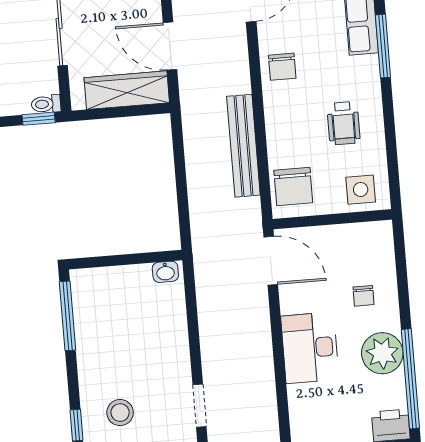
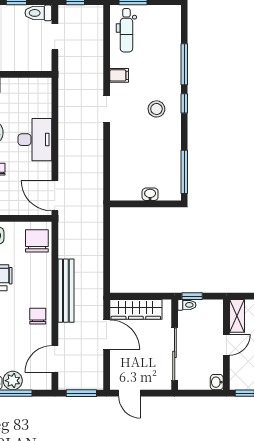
bench: (243, 146) -> (66, 291), moved
washbasin: (165, 272) -> (150, 194), moved

